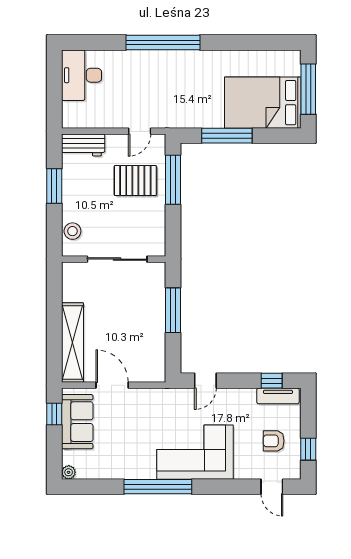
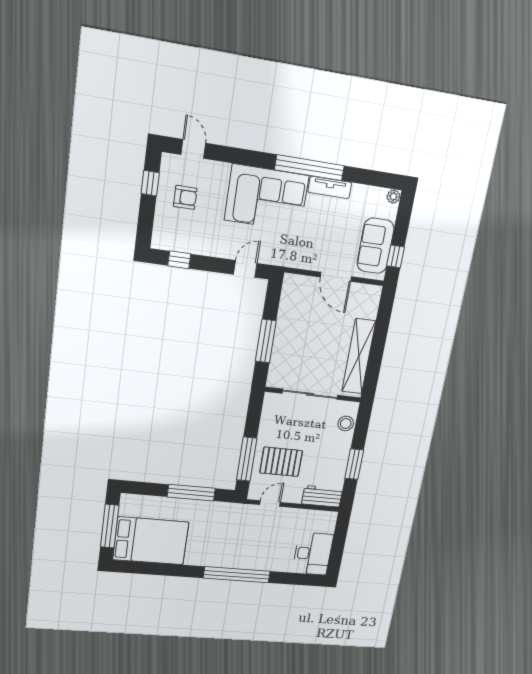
bed: (263, 103) -> (151, 541), moved
shelving: (72, 343) -> (359, 356), moved
tv unit: (278, 396) -> (330, 187), moved, turned 180

